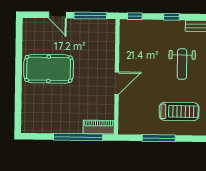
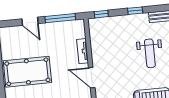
tv unit: (110, 54) -> (83, 51), added
door: (117, 83) -> (92, 78), swing flipped

